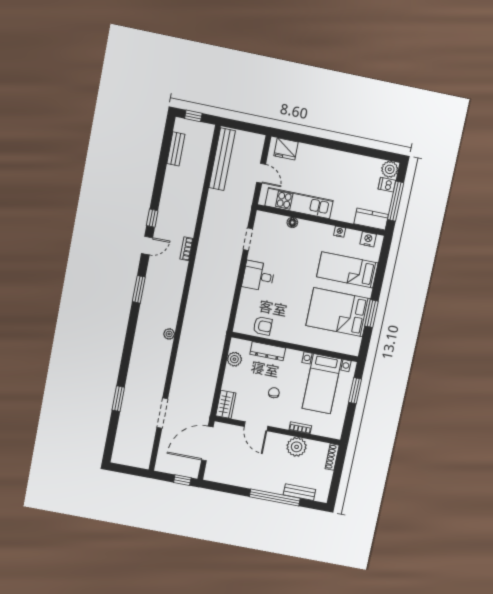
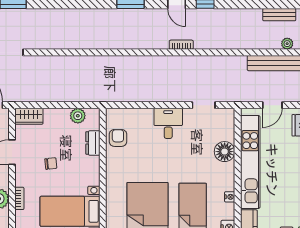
kitchen unit: (299, 203) -> (250, 162), width x1.36
floor lamp: (292, 223) -> (225, 152), width x1.89, depth x1.89
armchair: (263, 326) -> (118, 138), turned 180
plant: (169, 334) -> (287, 44), moved
dresser: (268, 351) -> (93, 143), width x0.70

